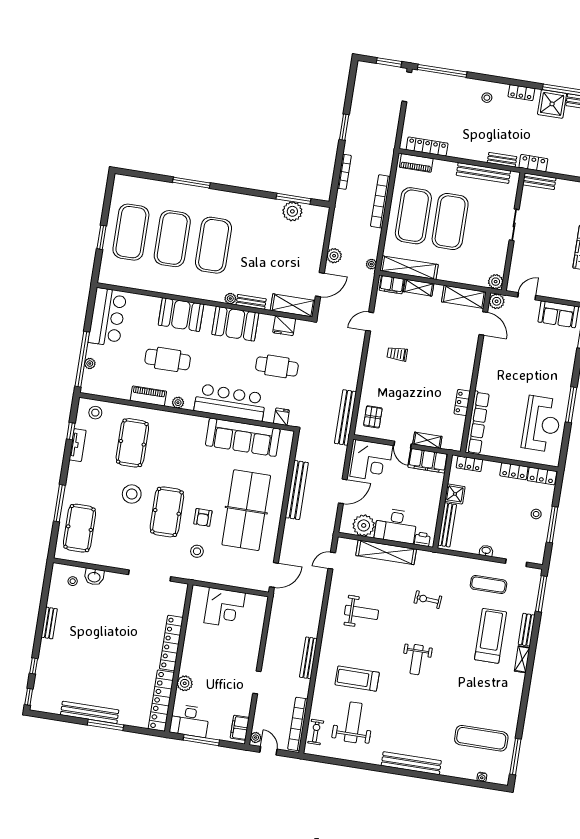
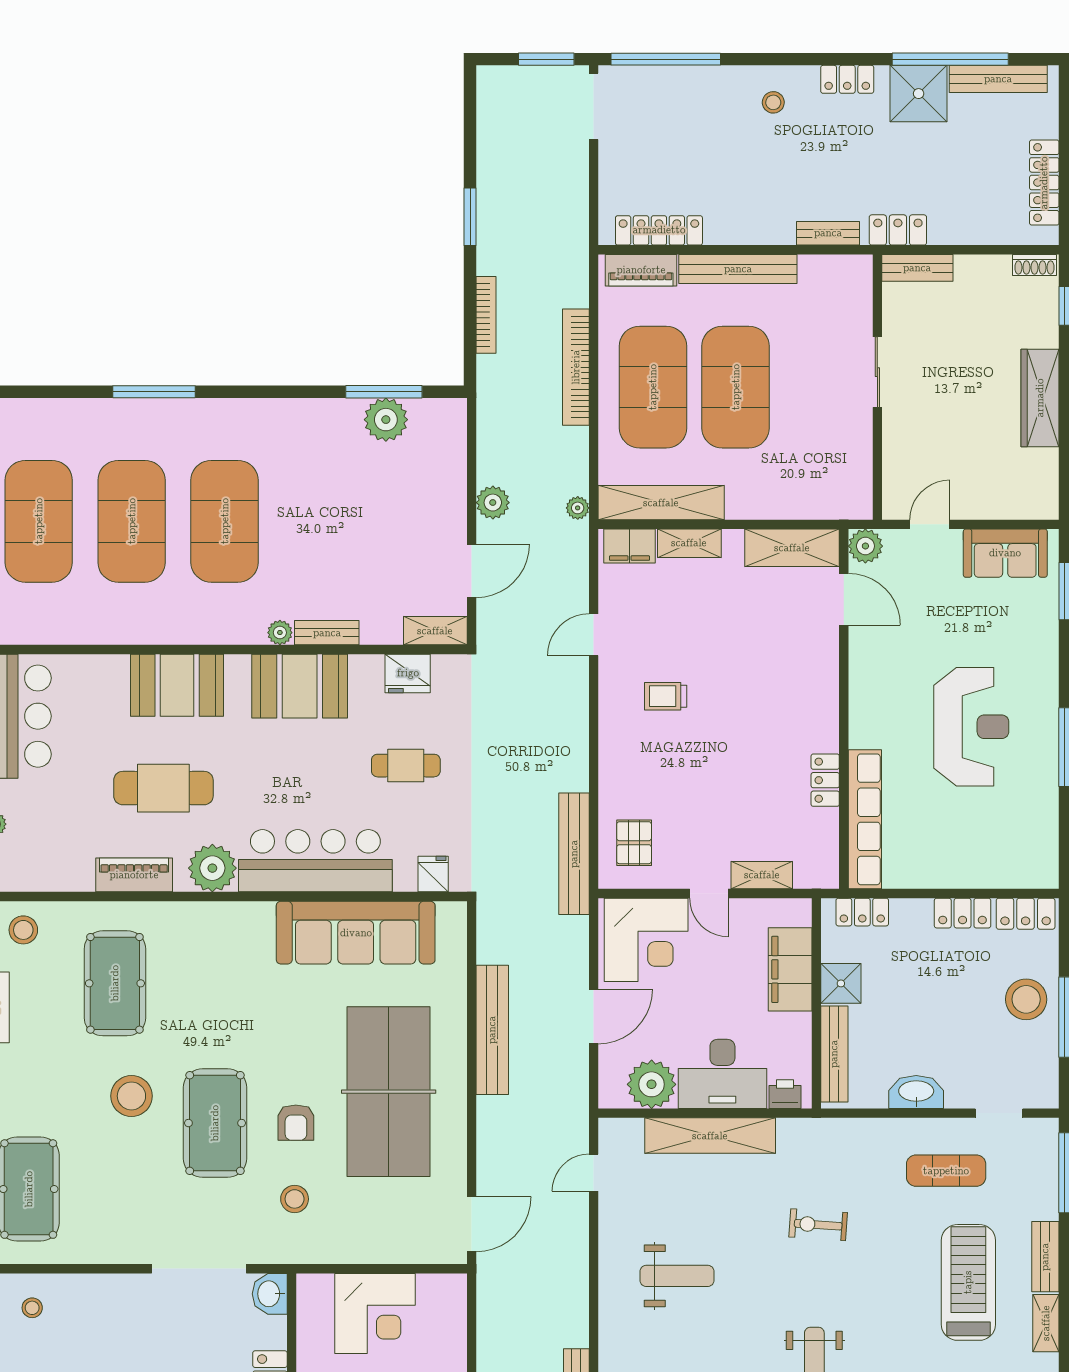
bench: (483, 173) -> (738, 269), moved
plant: (496, 282) -> (856, 503), removed
shelving: (293, 305) -> (435, 631), width x0.67, depth x0.75
cafe table: (277, 366) -> (406, 766), width x0.73, depth x0.74
plant: (178, 403) -> (212, 868), width x1.88, depth x1.88
reception desk: (542, 424) -> (971, 727), moved
filing cabinet: (428, 461) -> (790, 969), moved, turned 90
stool: (536, 514) -> (1026, 999), width x1.89, depth x1.89
washbasin: (486, 551) -> (916, 1092), width x1.91, depth x1.45
washbasin: (94, 577) -> (270, 1294), moved, turned 90

